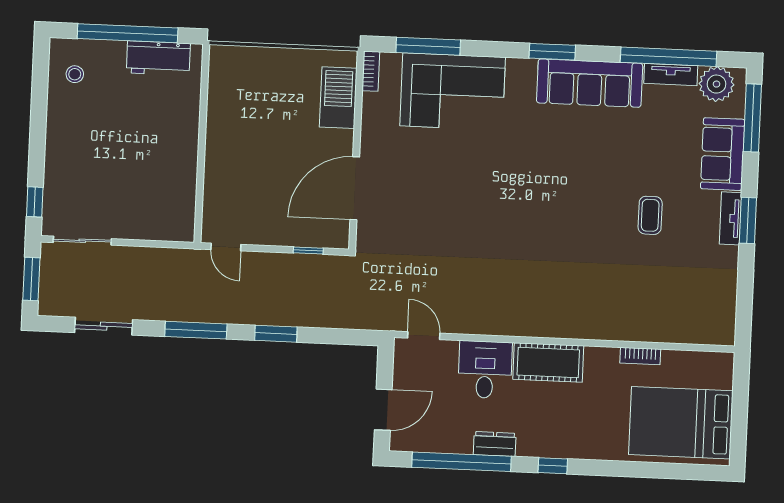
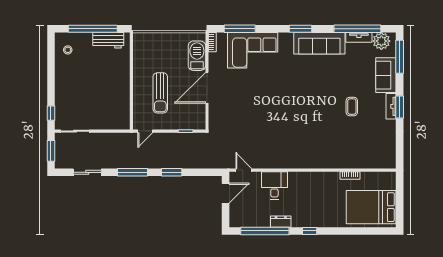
sun lounger: (260, 170) -> (160, 93), added
door: (355, 188) -> (207, 88), moved
door: (226, 247) -> (145, 131), hinge flipped
cot: (548, 362) -> (305, 181), removed
door: (383, 410) -> (226, 193), moved

